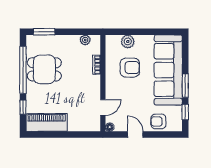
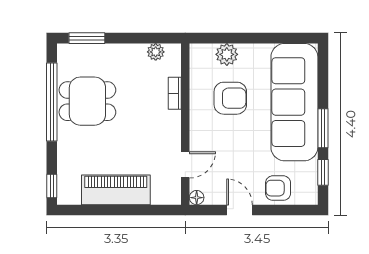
window: (23, 107) -> (52, 186), moved
piano: (47, 123) -> (116, 190), moved

